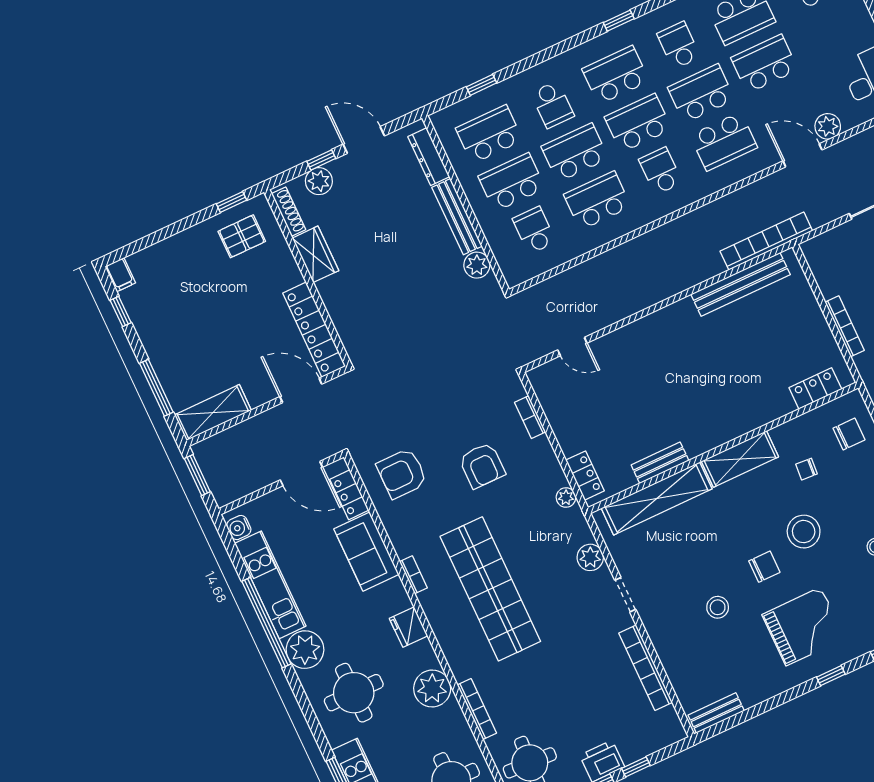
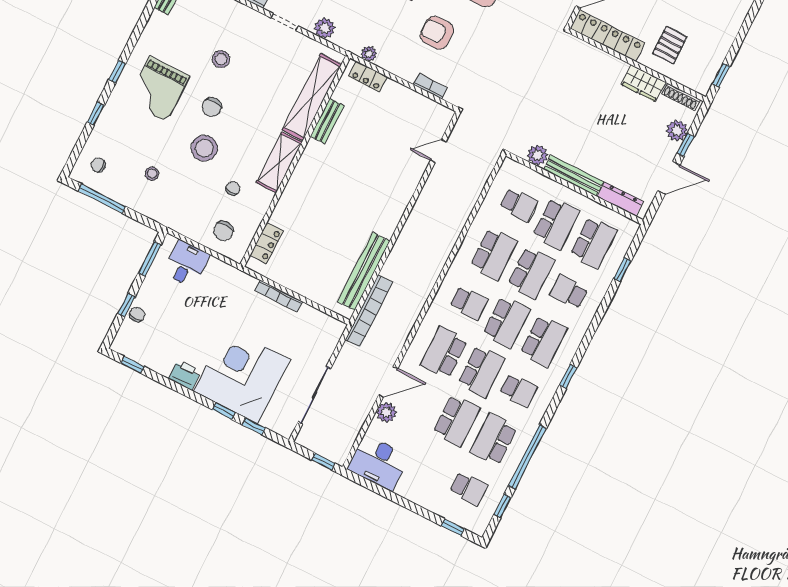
pallet: (242, 236) -> (670, 45), moved

